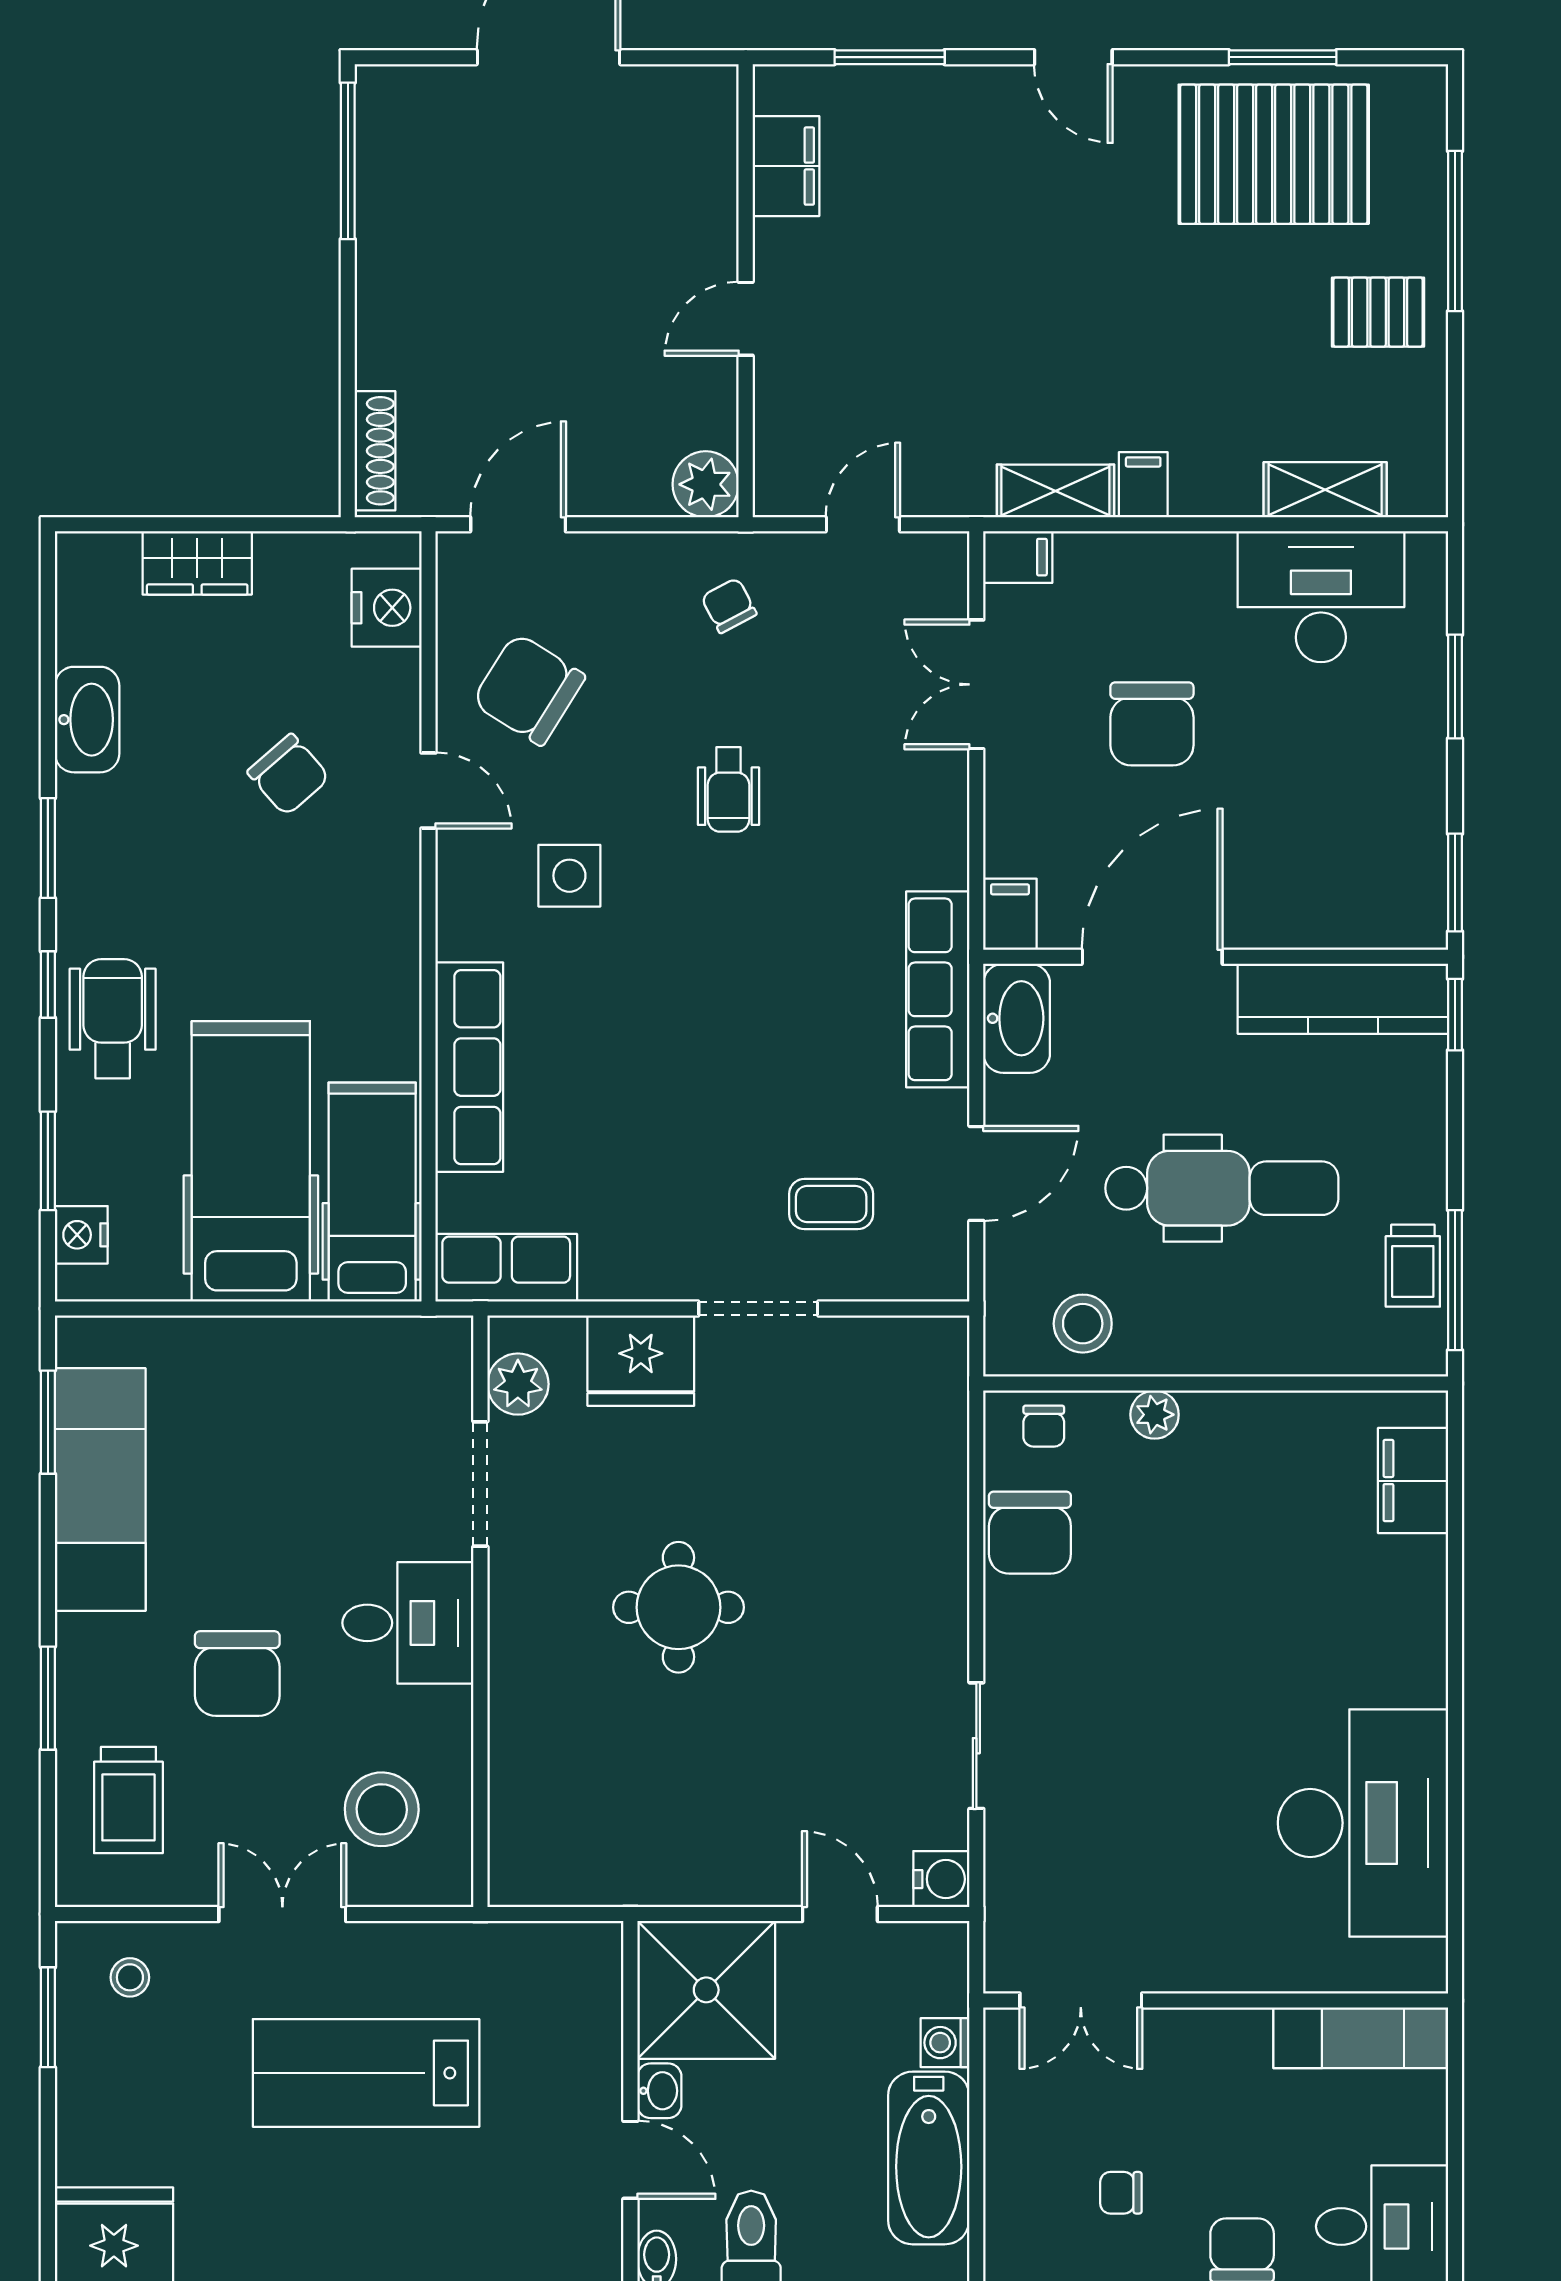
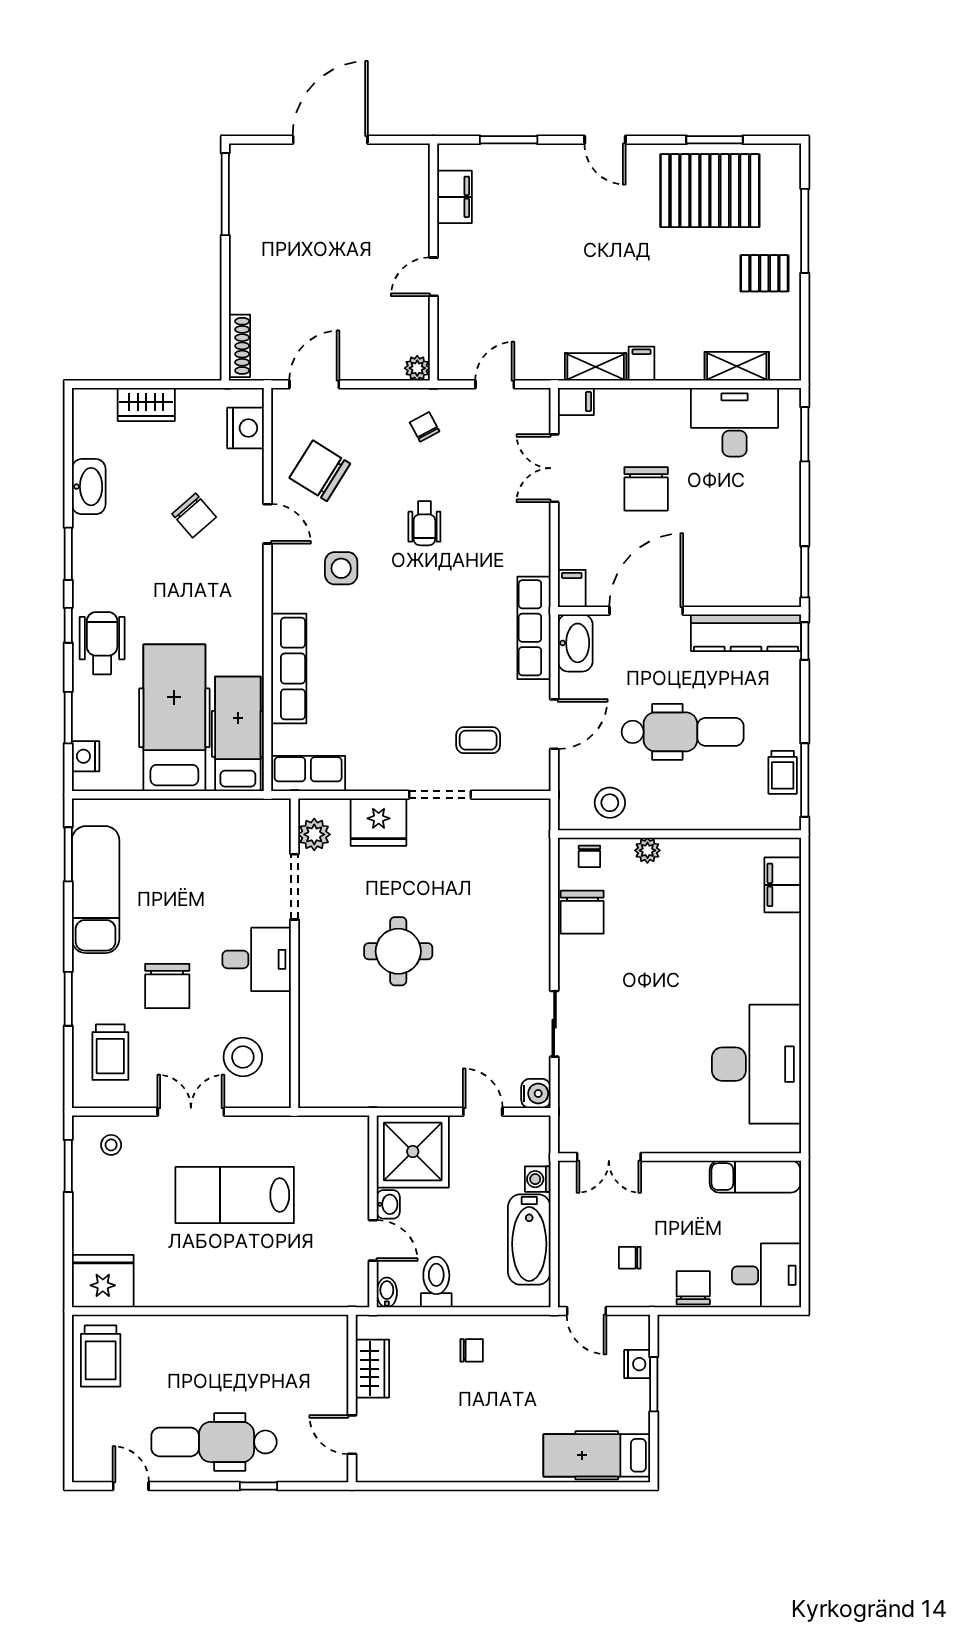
plant: (706, 484) -> (417, 368), width x0.73, depth x0.73
window: (1455, 687) -> (805, 434), moved

